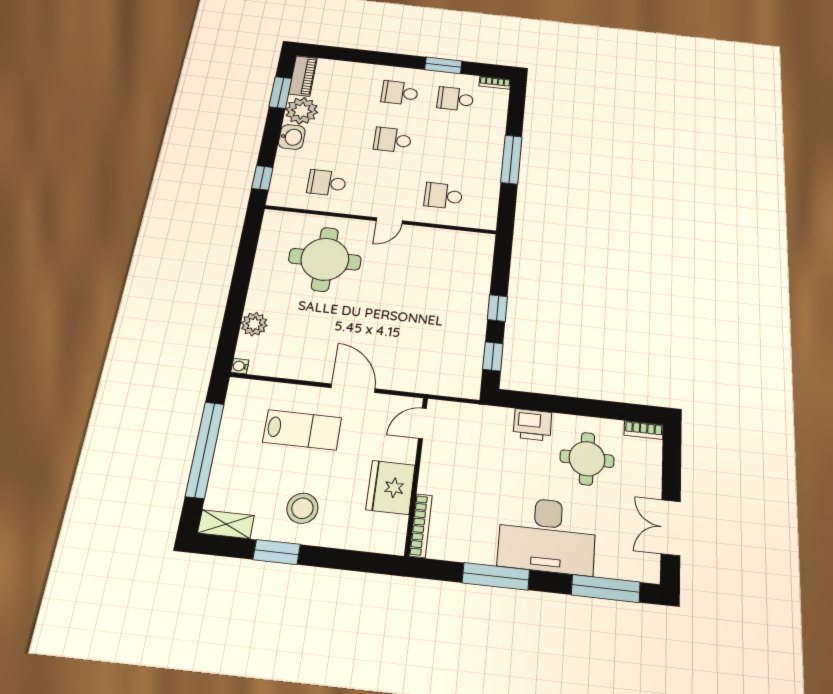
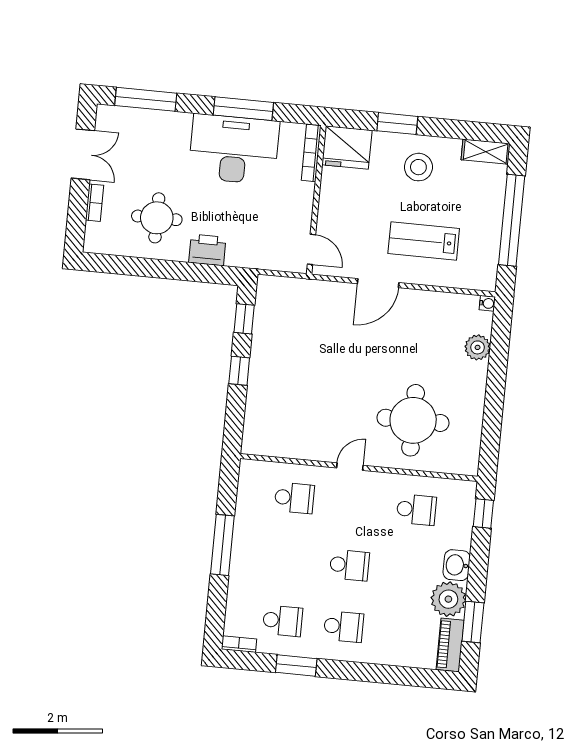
door: (353, 388) -> (378, 283), hinge flipped
door: (422, 423) -> (311, 249), hinge flipped
bookcase: (644, 430) -> (95, 203), moved, turned 90
fridge: (391, 487) -> (347, 147), moved, turned 90
desk: (547, 535) -> (234, 149), moved
window: (277, 552) -> (397, 124), moved

